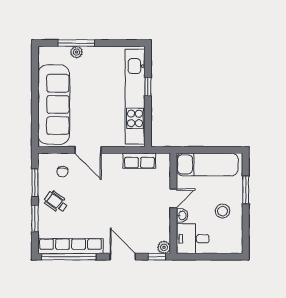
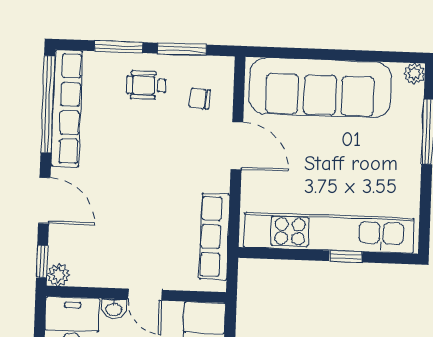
plant: (76, 52) -> (414, 74), moved
door: (88, 150) -> (237, 146), swing flipped
row of seats: (139, 161) -> (214, 237), width x1.48
wheelchair: (56, 202) -> (146, 85), turned -126
door: (123, 257) -> (44, 201), hinge flipped

